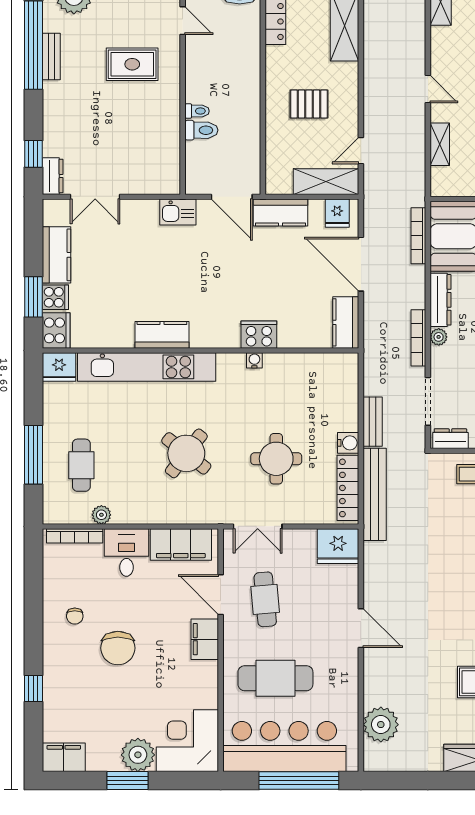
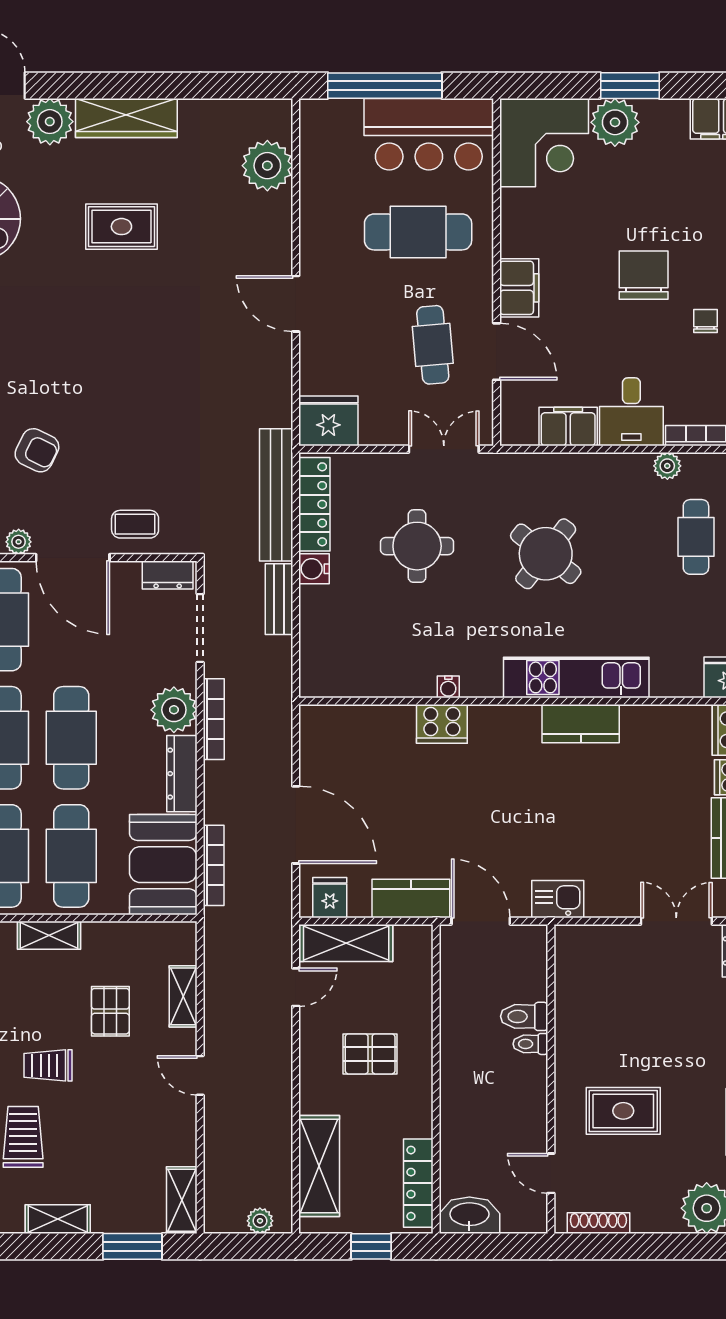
kitchen counter: (346, 322) -> (317, 741), removed
plant: (439, 337) -> (174, 710), width x1.88, depth x1.88
kitchen unit: (147, 367) -> (576, 677), width x0.73
filing cabinet: (181, 544) -> (568, 427), width x0.67, depth x0.86
bar counter: (284, 746) -> (429, 134), width x0.73

